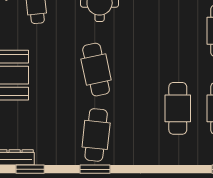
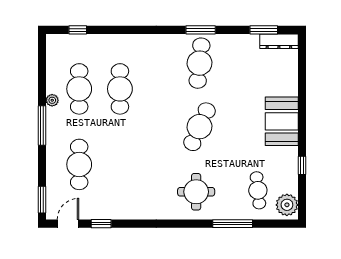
cafe table: (96, 70) -> (200, 127), turned 36

